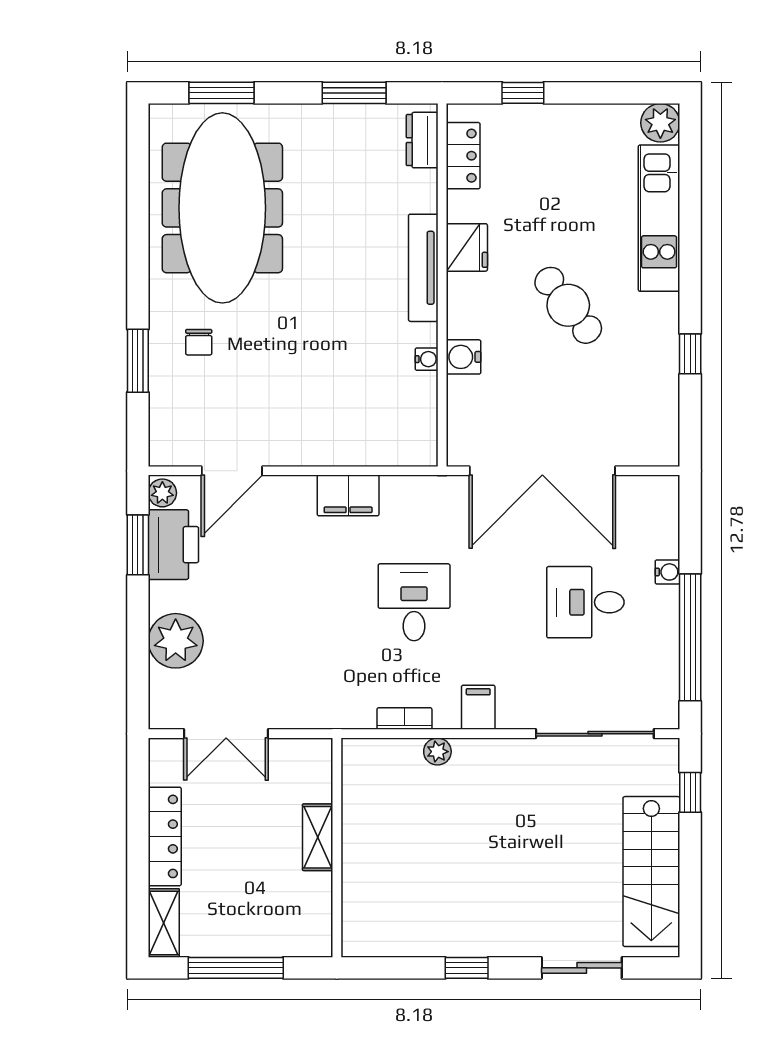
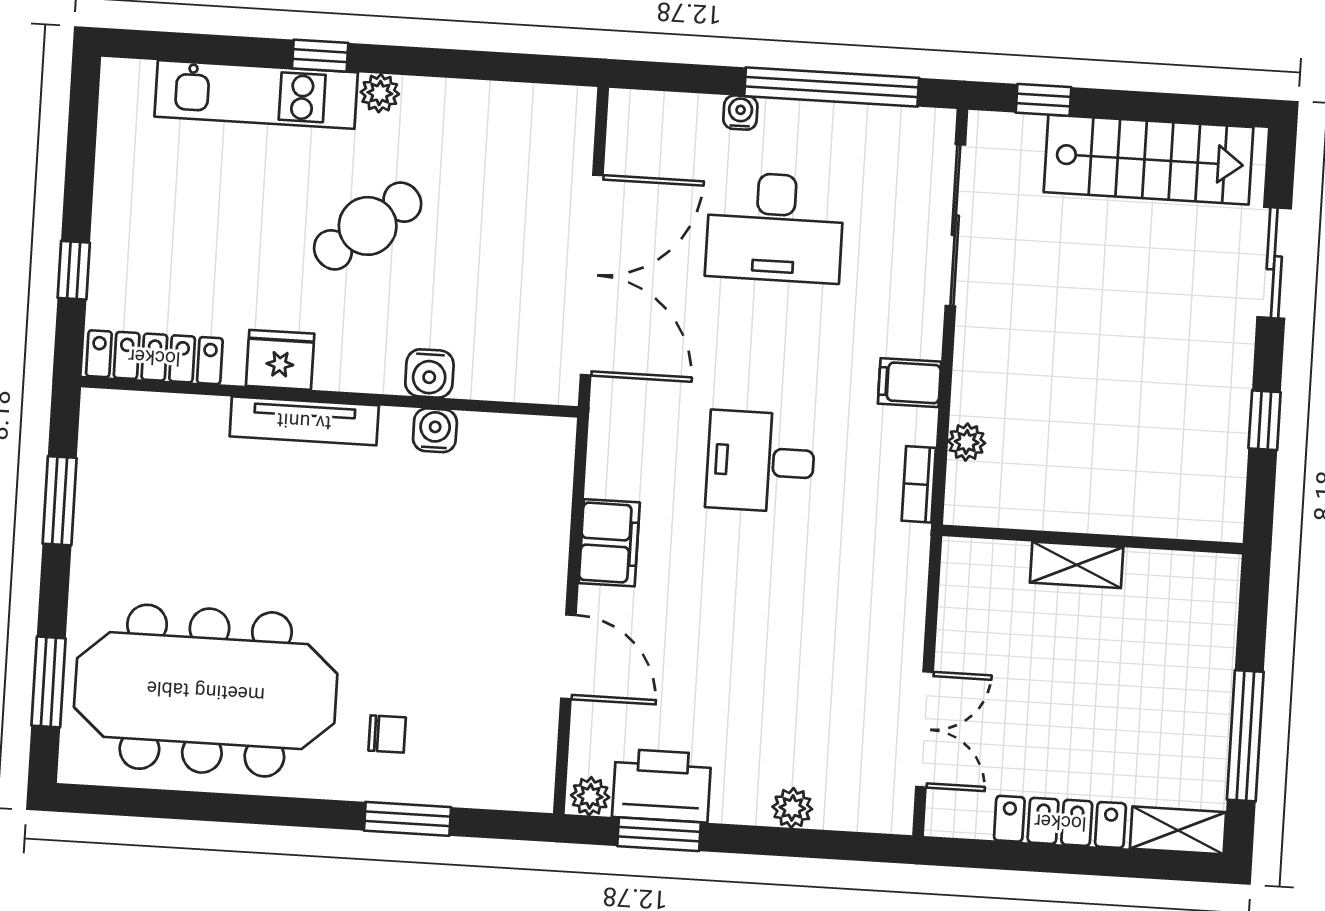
plant: (660, 123) -> (380, 93), moved, width x0.73, depth x0.73
dresser: (422, 140) -> (130, 412), removed
locker: (463, 156) -> (154, 357), width x1.53
window: (690, 354) -> (320, 56), moved
water cooler: (427, 359) -> (435, 430), width x1.38, depth x1.38
door: (232, 471) -> (568, 657), moved
desk: (585, 602) -> (775, 227), width x1.37
plant: (176, 641) -> (792, 808), width x0.53, depth x0.53
shelving: (318, 837) -> (1077, 565), moved
wall: (337, 848) -> (1092, 540), moved

